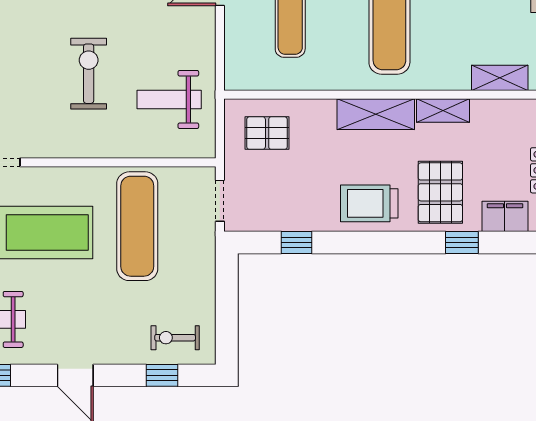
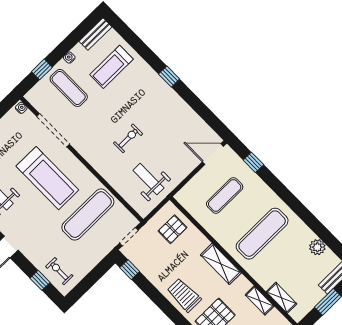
exercise bike: (89, 74) -> (128, 138), width x0.73, depth x0.72
shelving: (443, 111) -> (260, 300), moved
pallet: (267, 133) -> (173, 229), turned 90
window: (297, 242) -> (130, 270), moved

